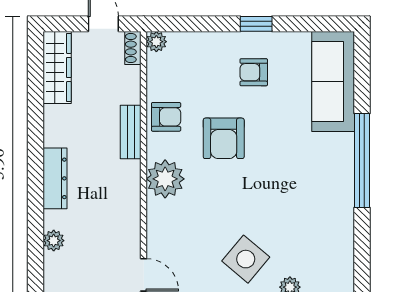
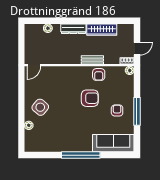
window: (256, 24) -> (137, 111), width x2.17
wardrobe: (57, 67) -> (102, 30), moved
armchair: (224, 138) -> (90, 98), turned 180
plant: (165, 179) -> (73, 74), removed

